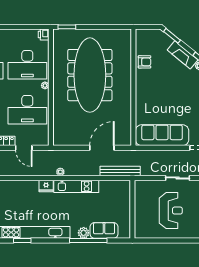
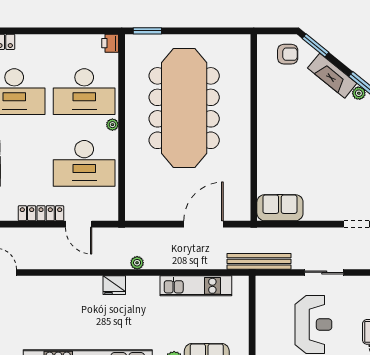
armchair: (144, 62) -> (288, 54), moved
sofa: (162, 135) -> (280, 208), width x0.54, depth x0.79
bench: (120, 171) -> (259, 261), moved
kitchen unit: (76, 186) -> (196, 286), moved

